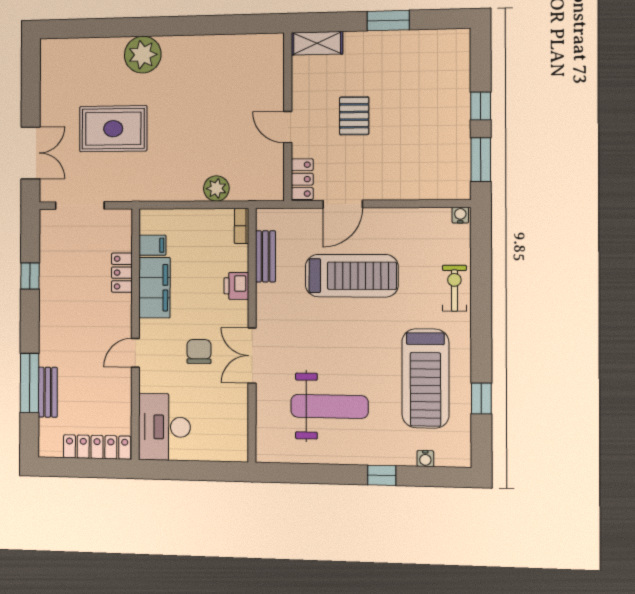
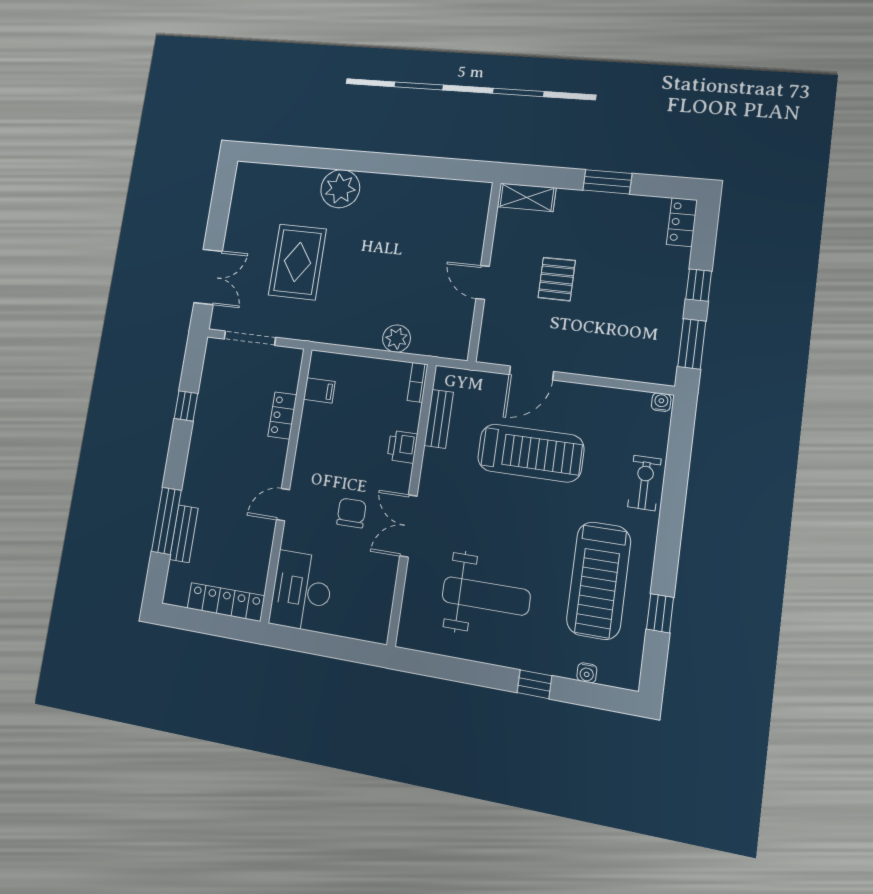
rug: (113, 129) -> (297, 262), turned 90
locker: (302, 179) -> (682, 222), moved, turned 180
filing cabinet: (154, 288) -> (314, 436), removed

